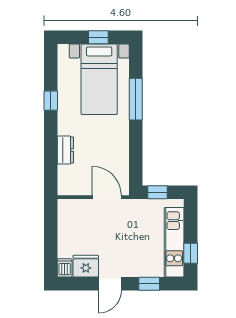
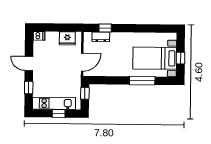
window: (51, 101) -> (105, 28), moved
dresser: (65, 150) -> (101, 37), moved
window: (191, 253) -> (59, 113), moved
fridge: (86, 266) -> (67, 38), moved, turned 90

